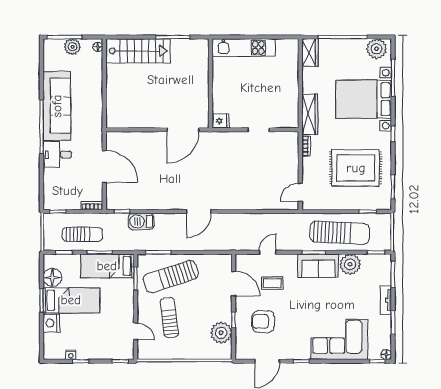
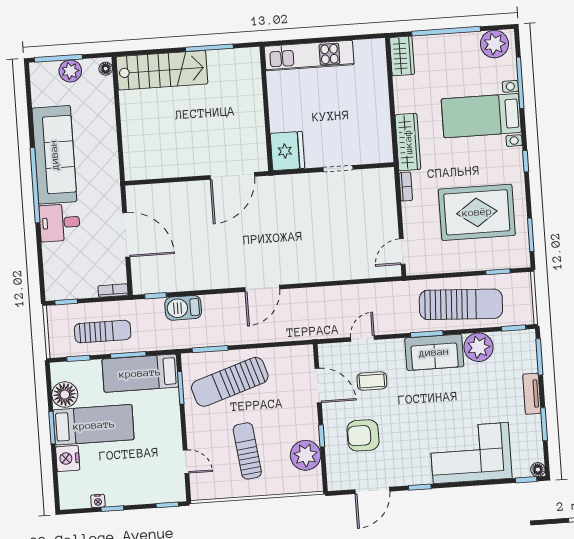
bed with nightstands: (364, 99) -> (481, 116), width x0.73
fridge: (221, 121) -> (287, 151), width x1.88, depth x1.34
sun lounger: (169, 318) -> (247, 451), moved

